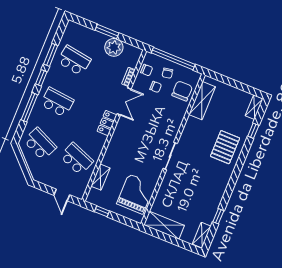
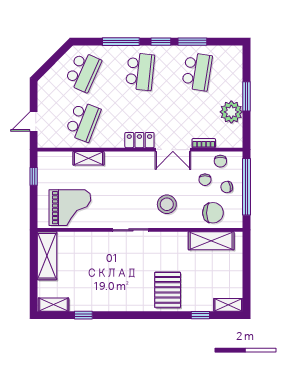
stool: (162, 122) -> (167, 204), added
pallet: (225, 147) -> (168, 290), turned 90
shelving: (101, 177) -> (88, 158), moved

